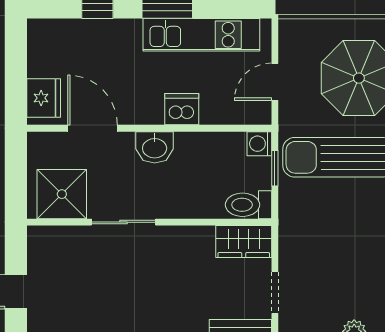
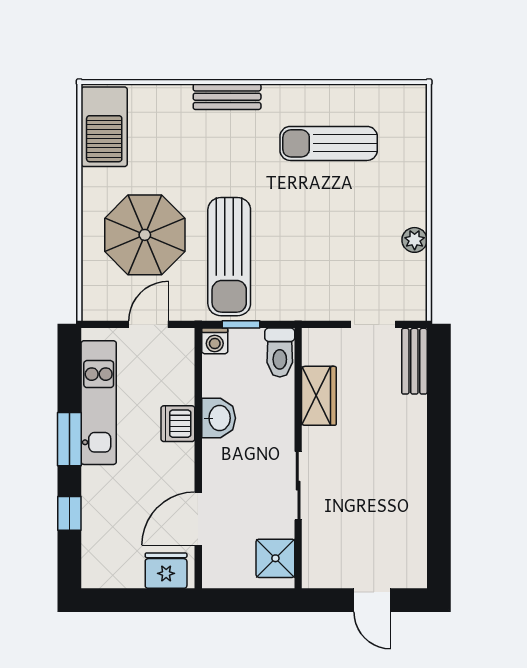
door: (275, 82) -> (149, 324), swing flipped
washbasin: (155, 147) -> (219, 418), moved
shower: (62, 194) -> (275, 558), width x0.73, depth x0.73
wardrobe: (244, 242) -> (319, 396), moved

